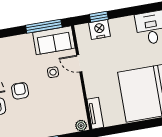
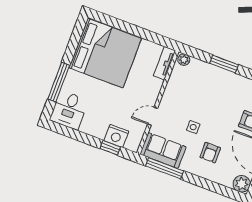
door: (79, 63) -> (152, 116), swing flipped
side table: (53, 72) -> (193, 127), moved
armchair: (20, 91) -> (210, 153), moved

